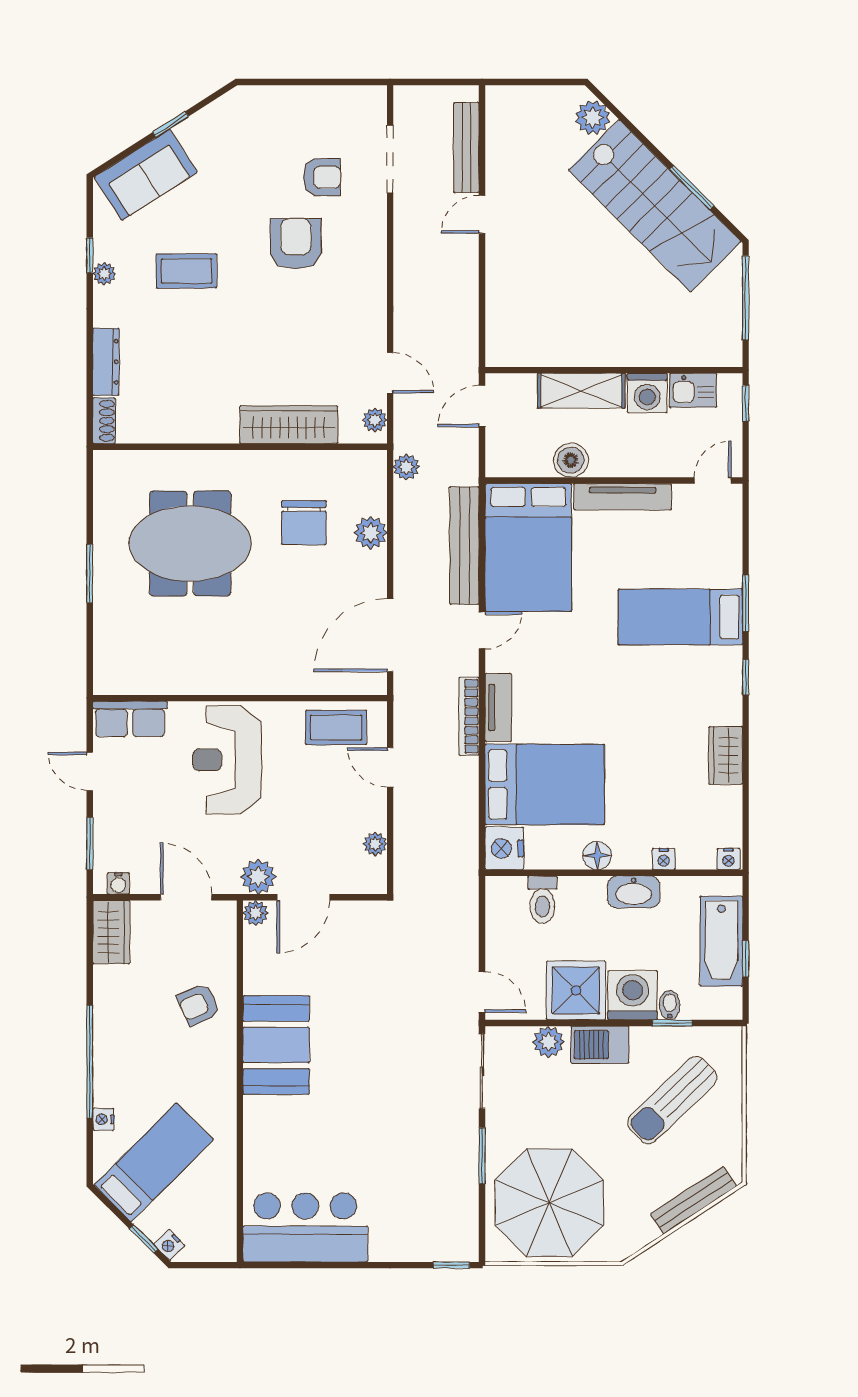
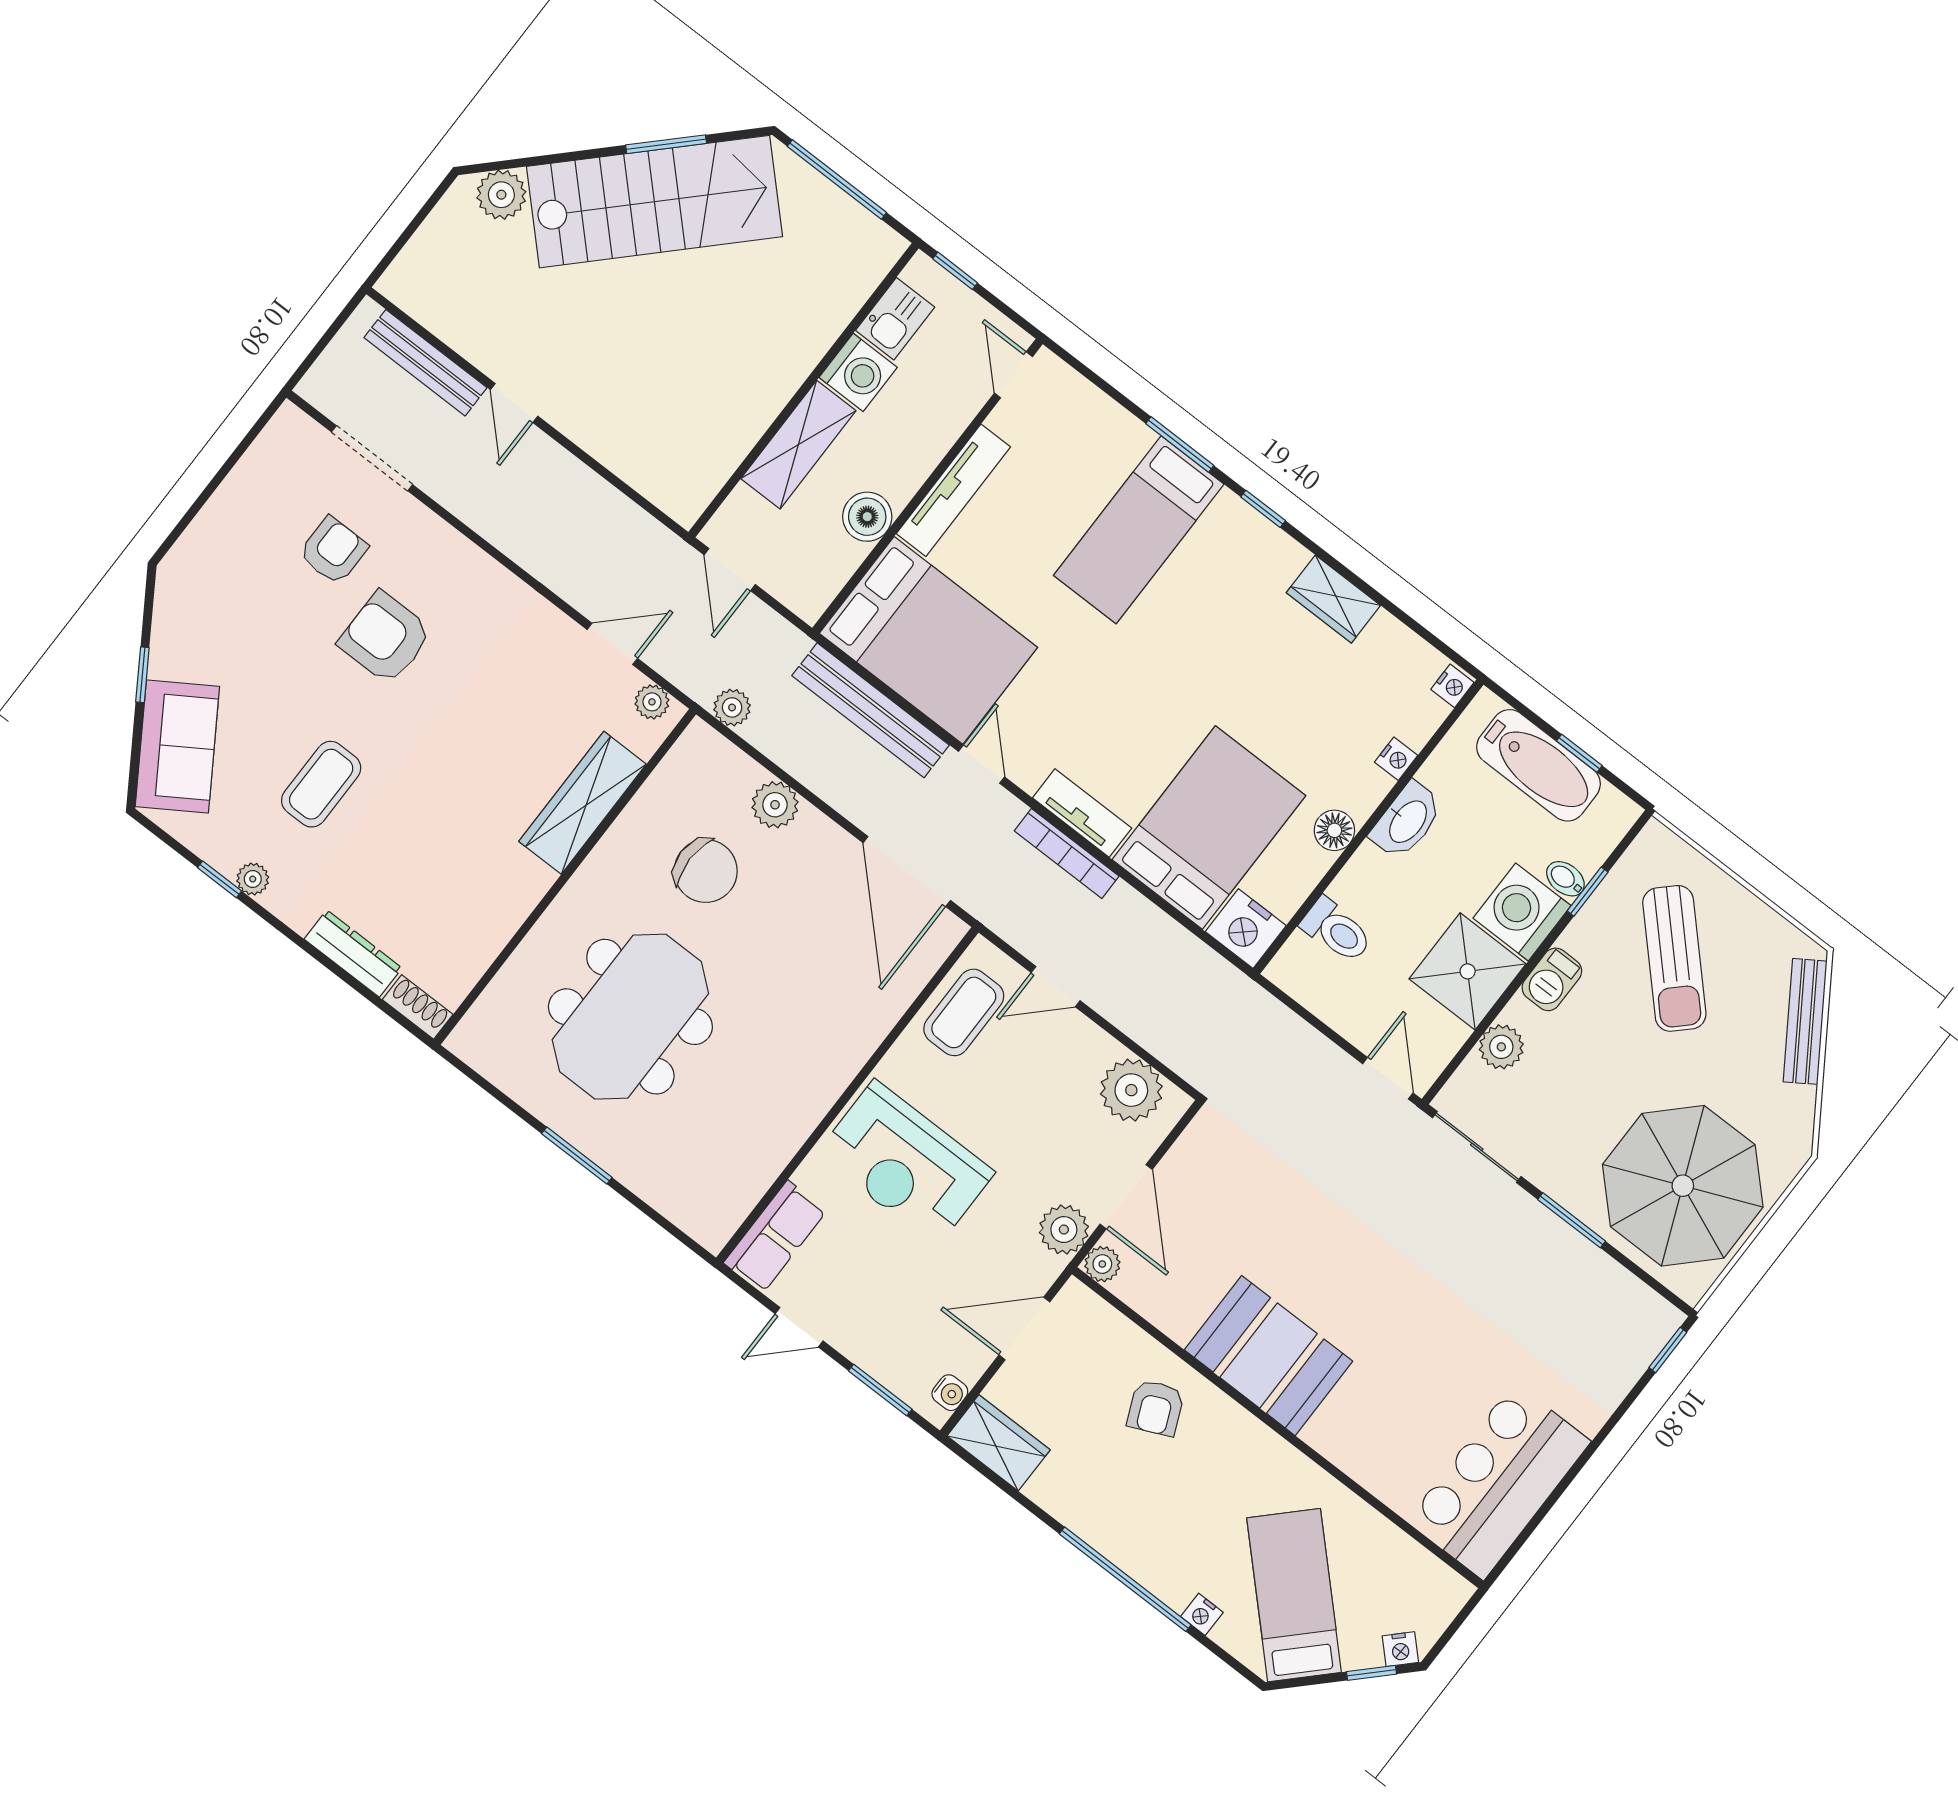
plant: (375, 844) -> (1131, 1090), width x1.87, depth x1.87
door: (482, 992) -> (1388, 1078), hinge flipped
barbecue: (600, 1045) -> (1552, 979), width x0.73, depth x0.79

